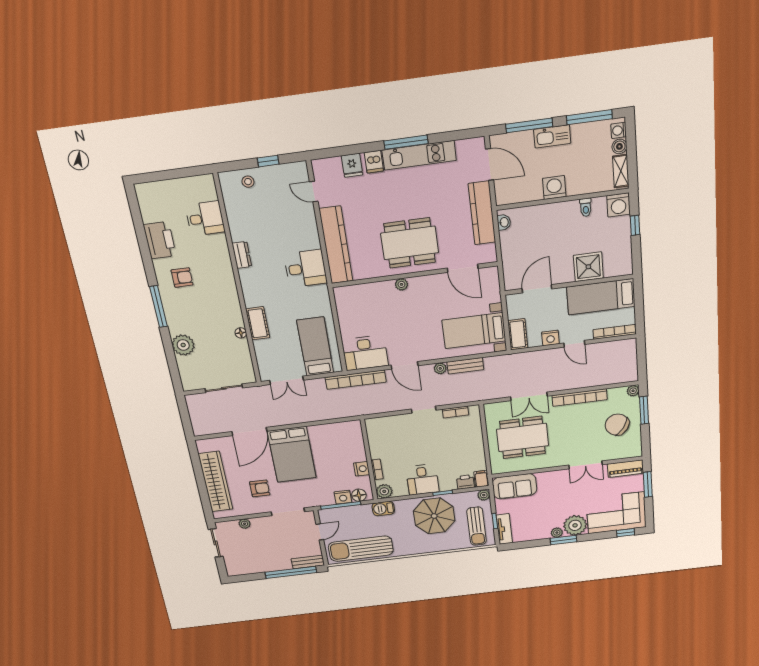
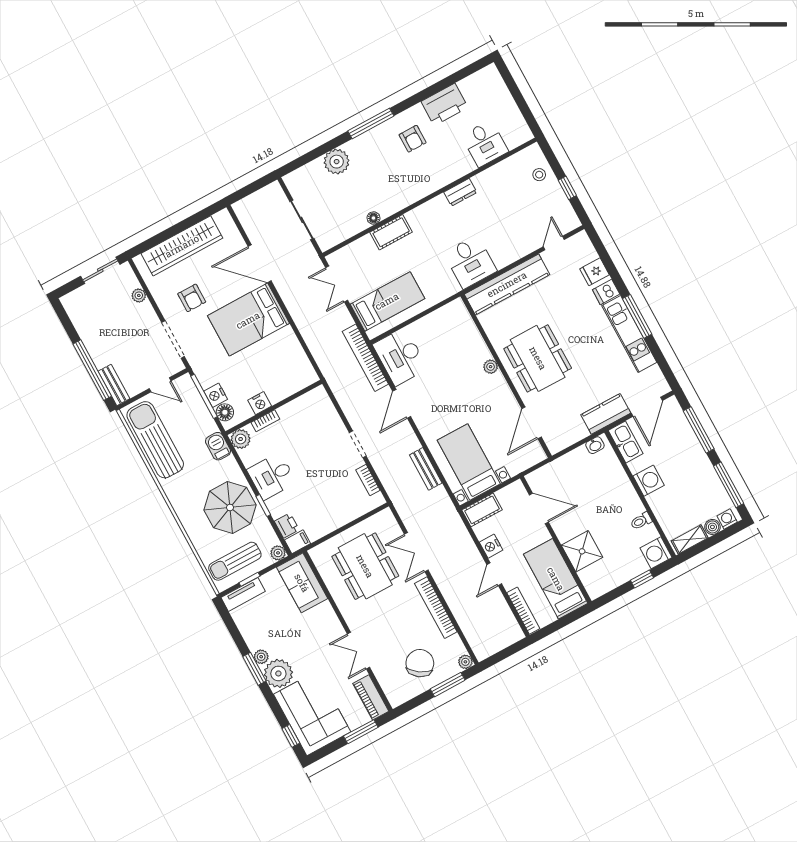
kitchen sink: (552, 136) -> (626, 442), moved, turned 180
kitchen counter: (482, 213) -> (606, 414), width x0.67
plant: (440, 368) -> (413, 443), removed

